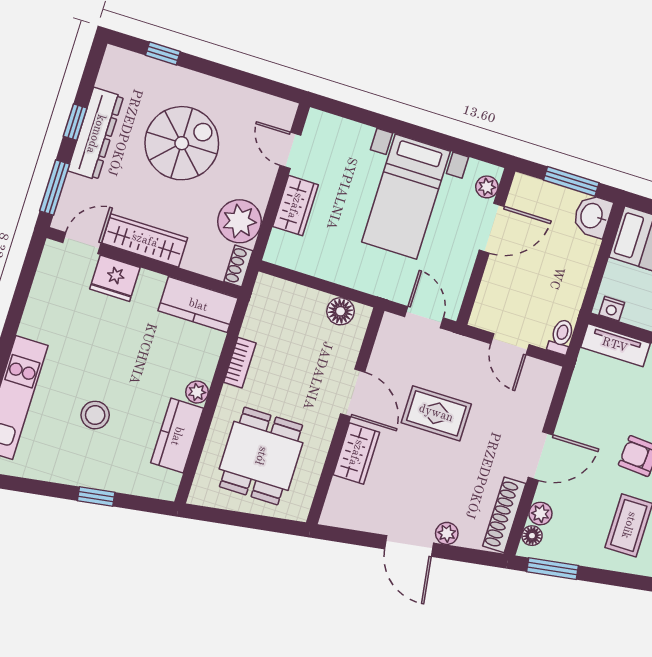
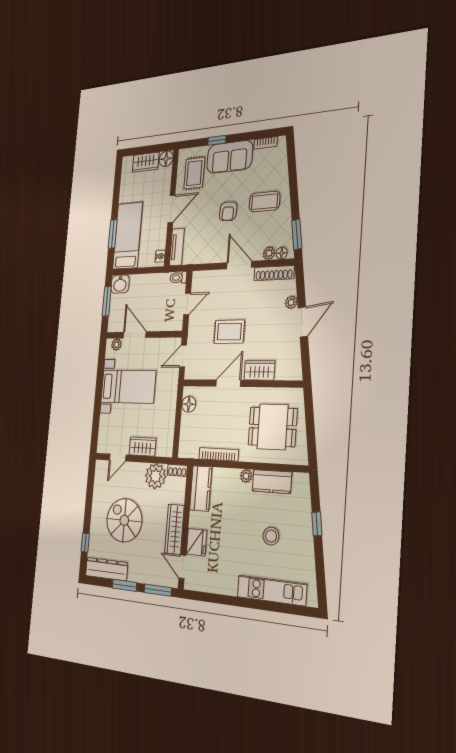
window: (75, 122) -> (124, 585), width x1.50
dresser: (96, 134) -> (106, 569), moved
bookcase: (240, 363) -> (219, 454), width x1.56
rug: (436, 413) -> (229, 332), turned 90

